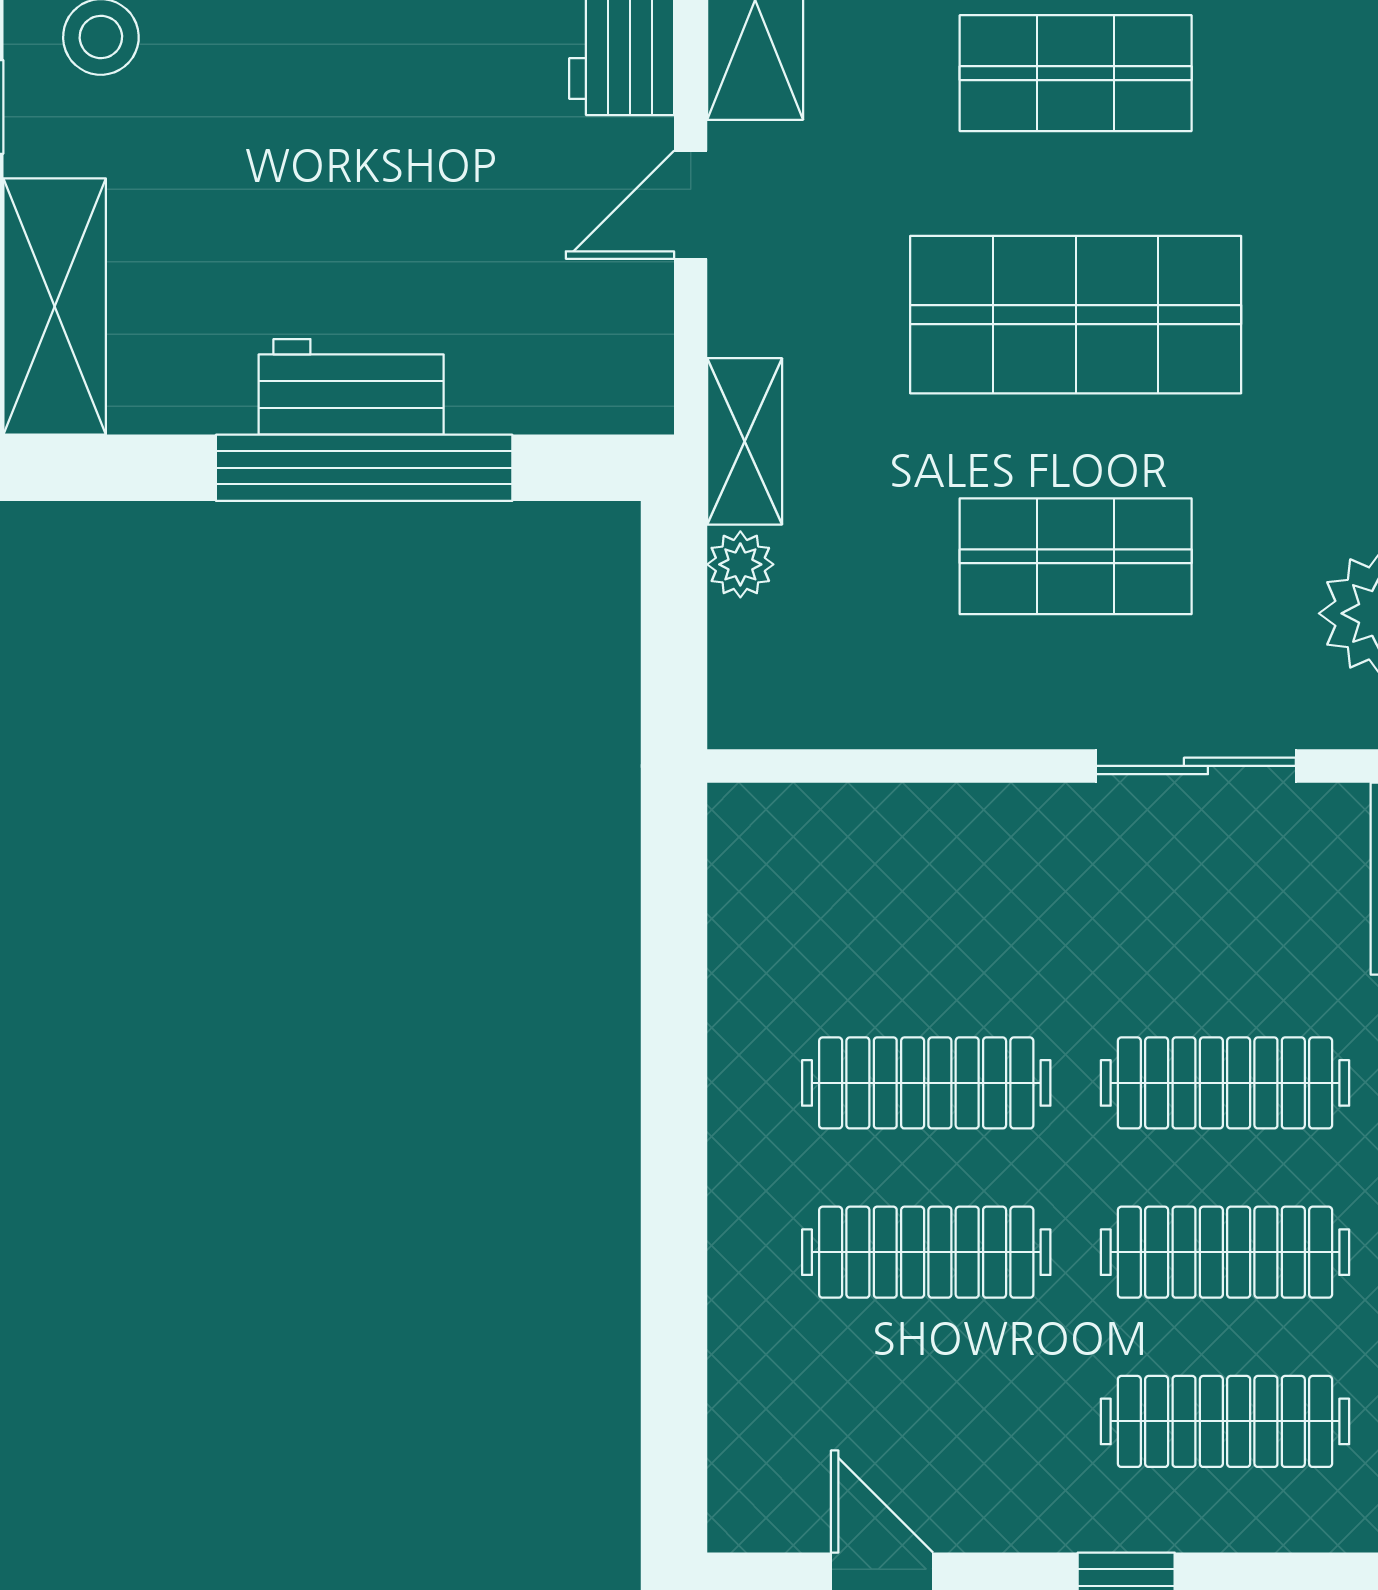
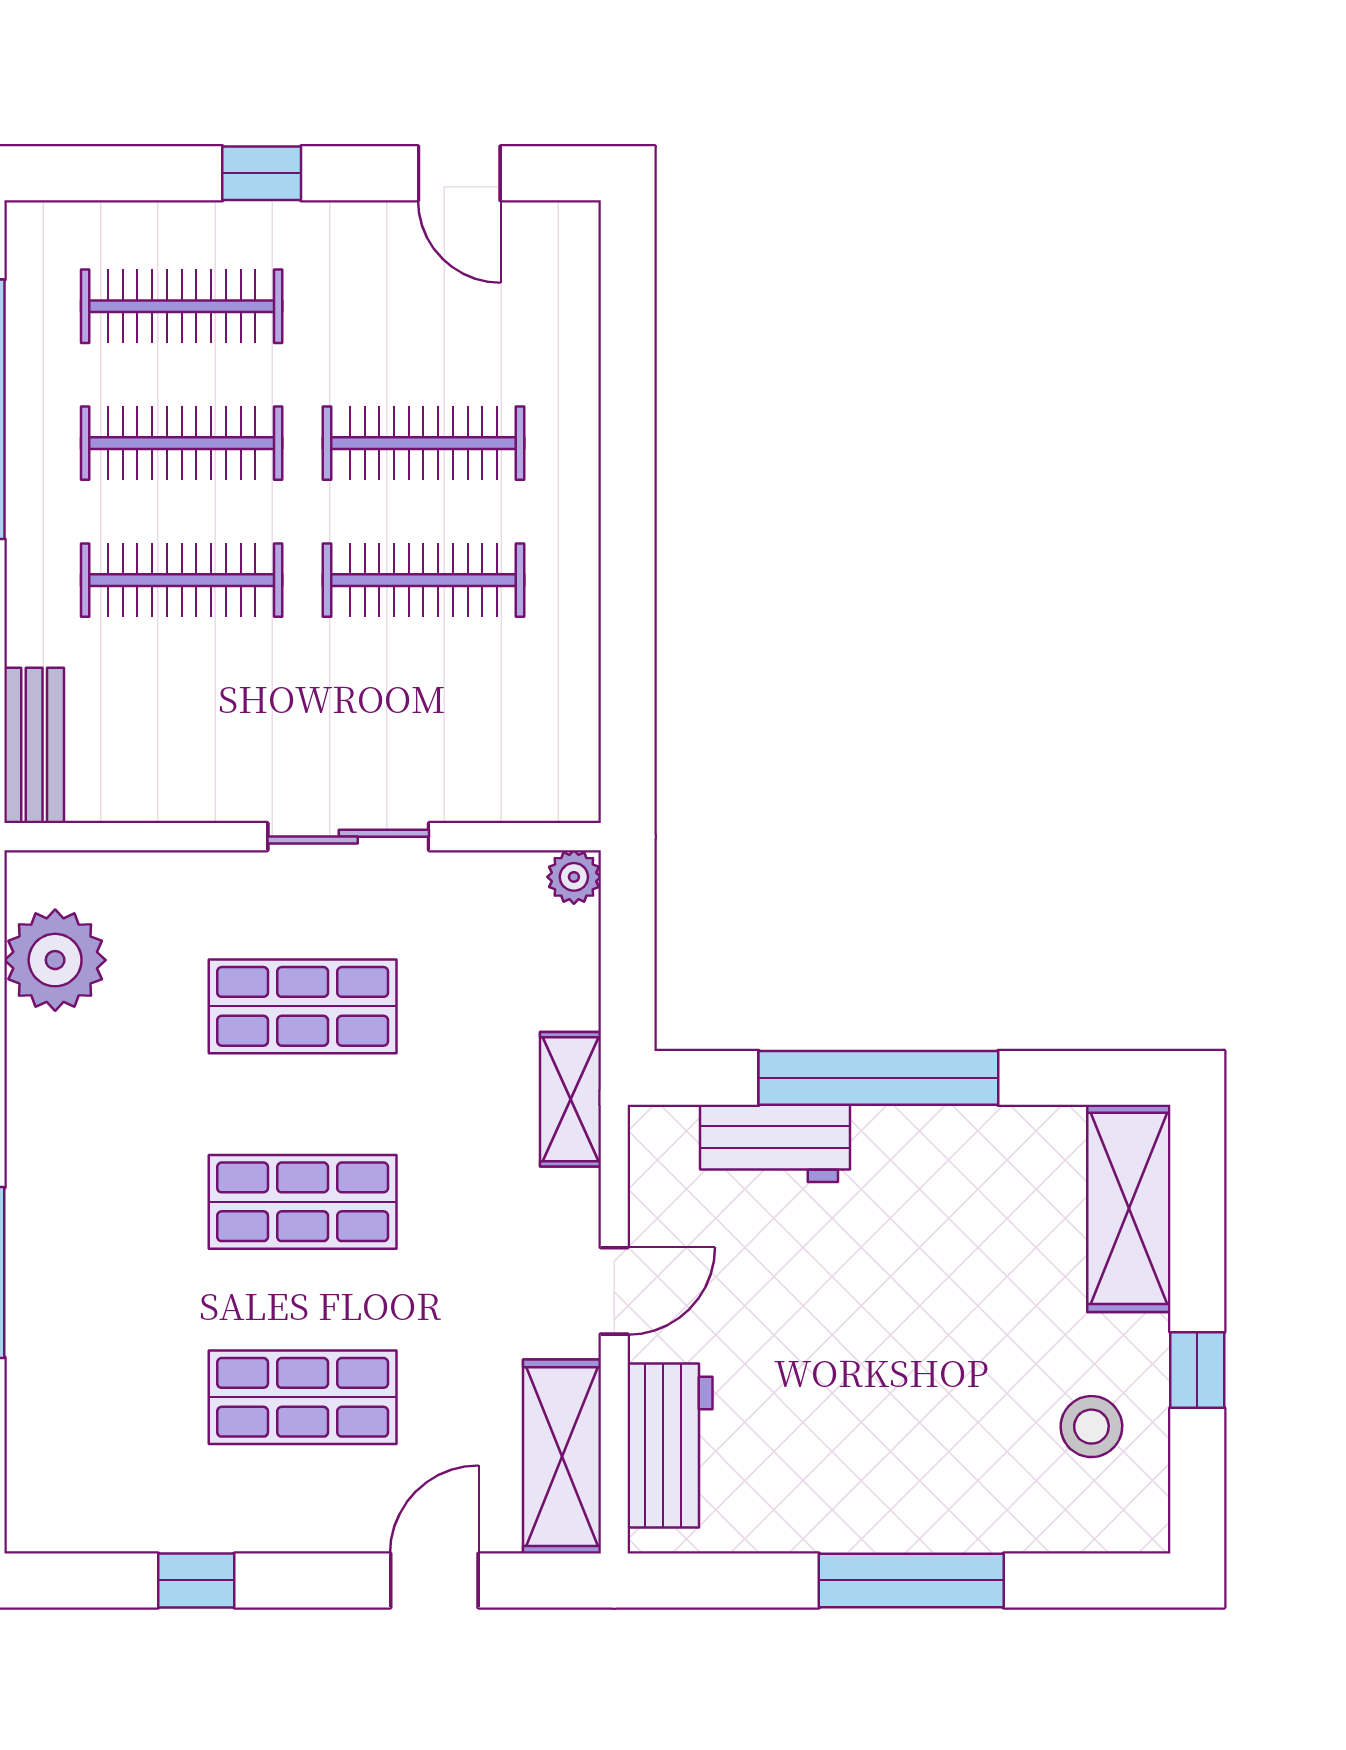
shop shelf: (1076, 315) -> (303, 1202), width x0.70, depth x0.74
workbench: (351, 387) -> (775, 1143), moved
plant: (740, 564) -> (574, 877), moved
sliding door: (1196, 766) -> (348, 837), moved

